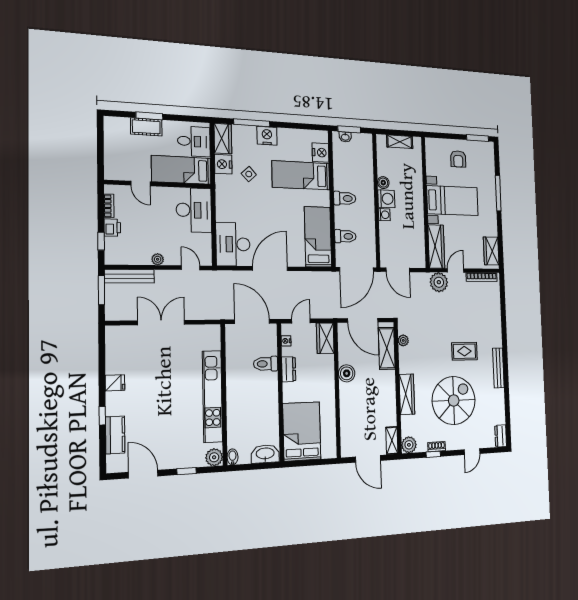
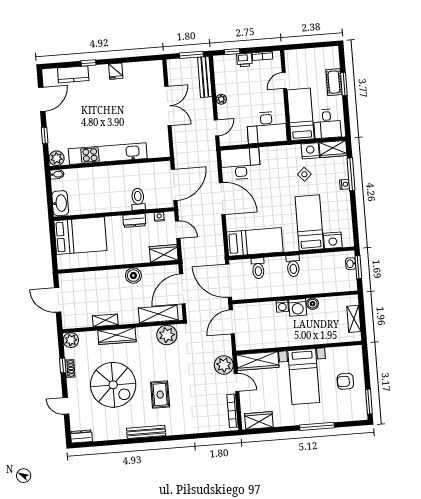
nightstand: (267, 136) -> (345, 184), width x0.53, depth x0.56
plant: (403, 340) -> (167, 335), width x1.87, depth x1.87
shelving: (392, 440) -> (105, 320), moved
door: (368, 459) -> (58, 300), hinge flipped

